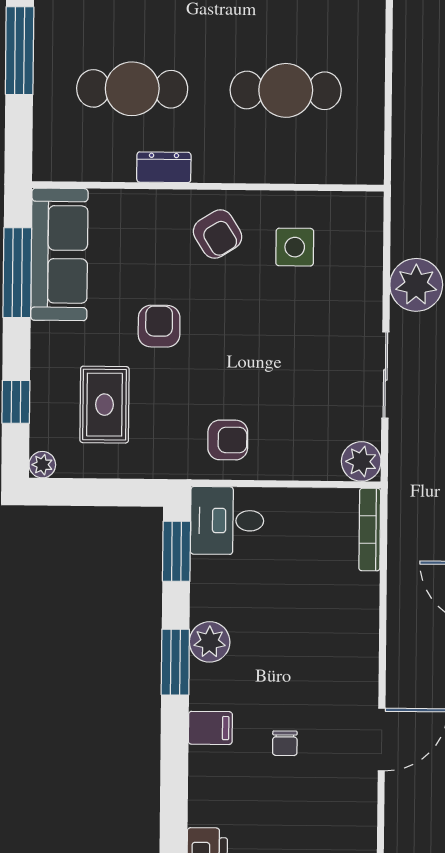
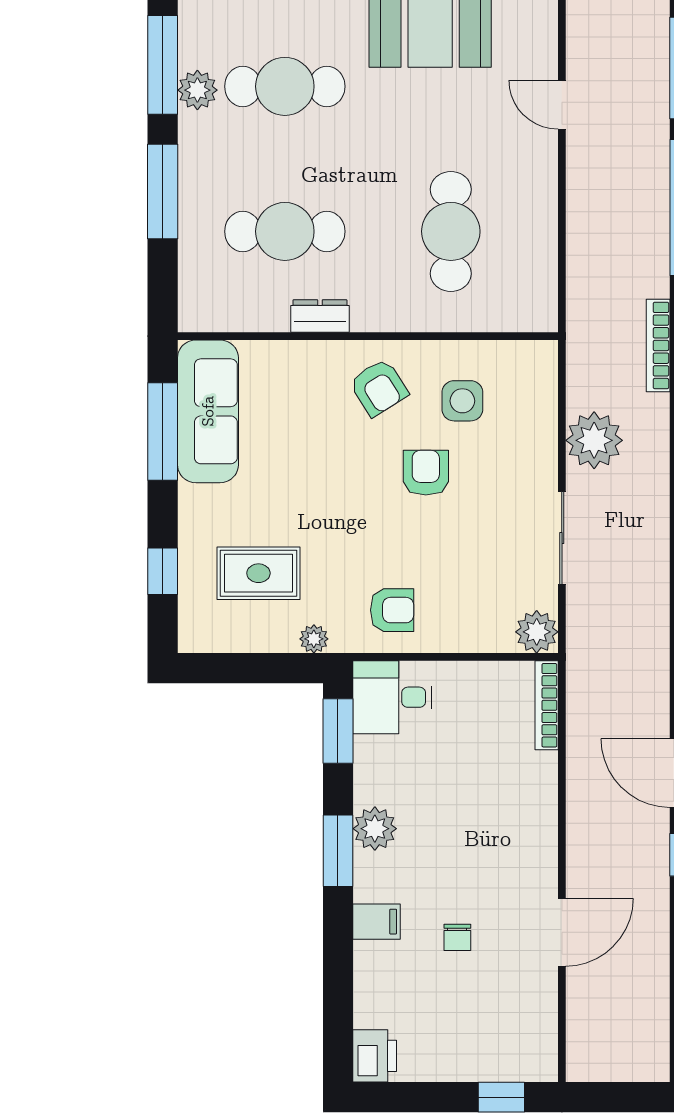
cafe table: (286, 90) -> (451, 231), turned 90
armchair: (159, 326) -> (426, 473), moved
rug: (104, 405) -> (258, 573), turned 90
plant: (42, 465) -> (314, 639), moved

